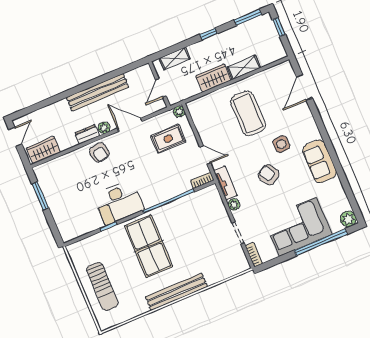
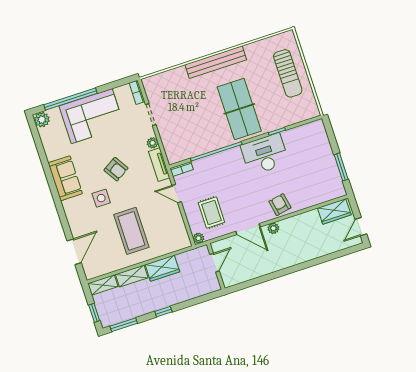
shelving: (174, 59) -> (103, 285), moved
bench: (98, 92) -> (277, 263), removed
dresser: (87, 134) -> (290, 223), removed
rug: (168, 139) -> (211, 213), turned 90
sun lounger: (102, 286) -> (288, 73), turned 180

